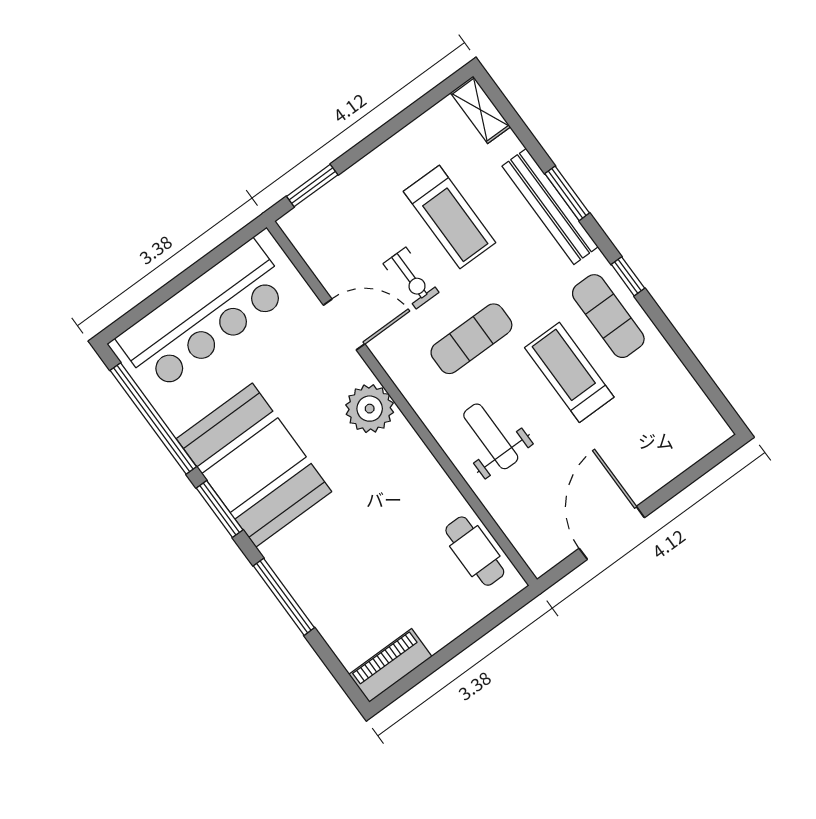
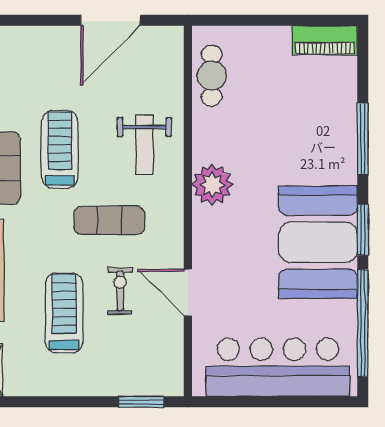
treadmill: (569, 372) -> (60, 149), turned 180
plant: (370, 409) -> (212, 185), moved

